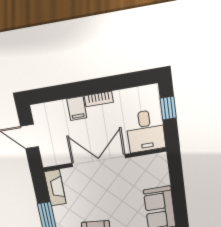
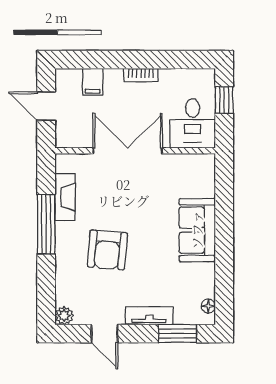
filing cabinet: (77, 108) -> (93, 82), moved
fireplace: (55, 188) -> (65, 197), moved

